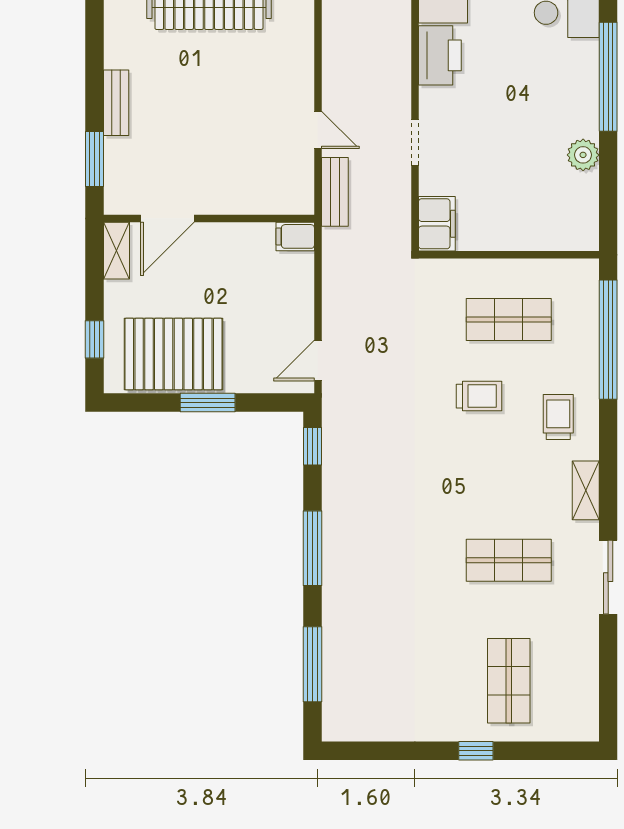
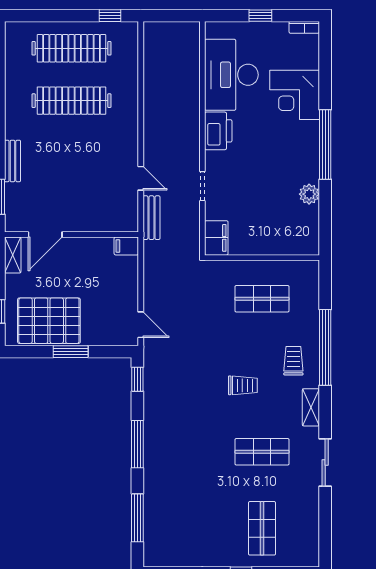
window: (608, 340) -> (325, 347), moved
door: (318, 360) -> (141, 325), swing flipped
trolley: (479, 396) -> (243, 385), moved

